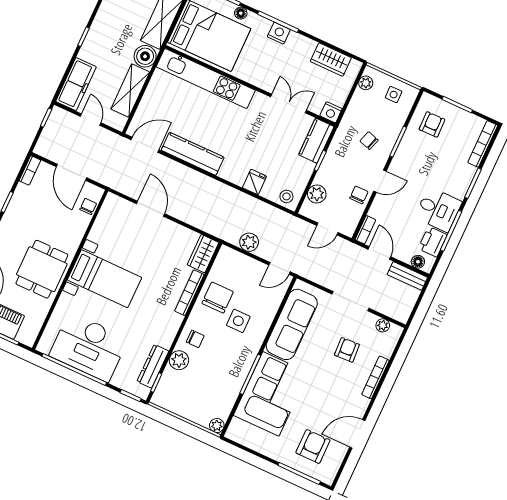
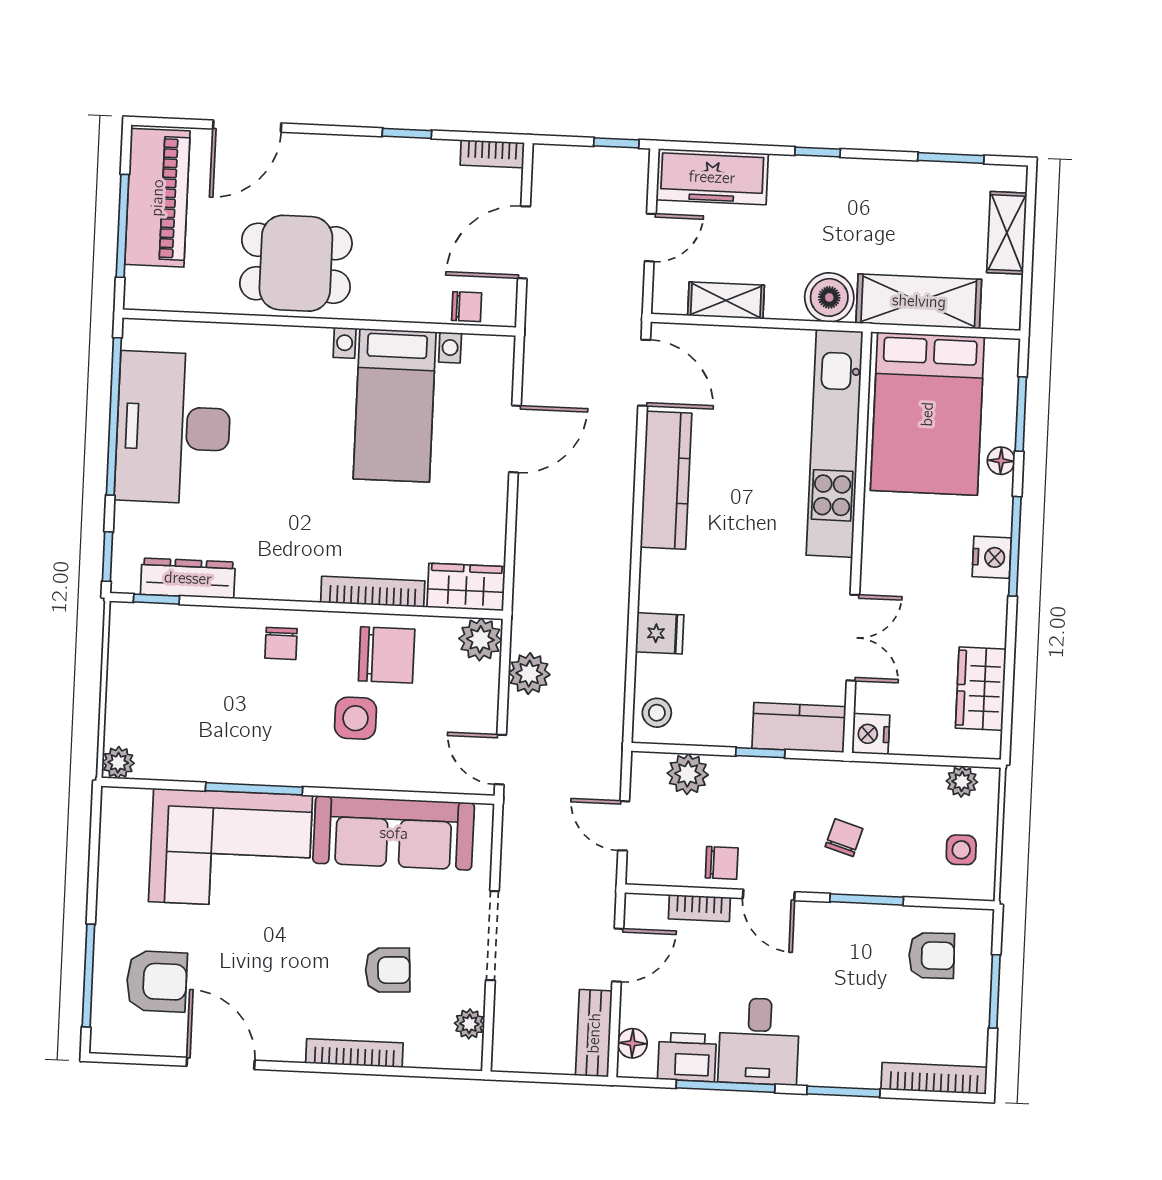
shelving: (130, 90) -> (726, 300), width x0.67, depth x0.75
bookcase: (365, 230) -> (699, 908), moved
bed with nightstands: (104, 279) -> (395, 405), moved
plant: (179, 360) -> (480, 639), moved

